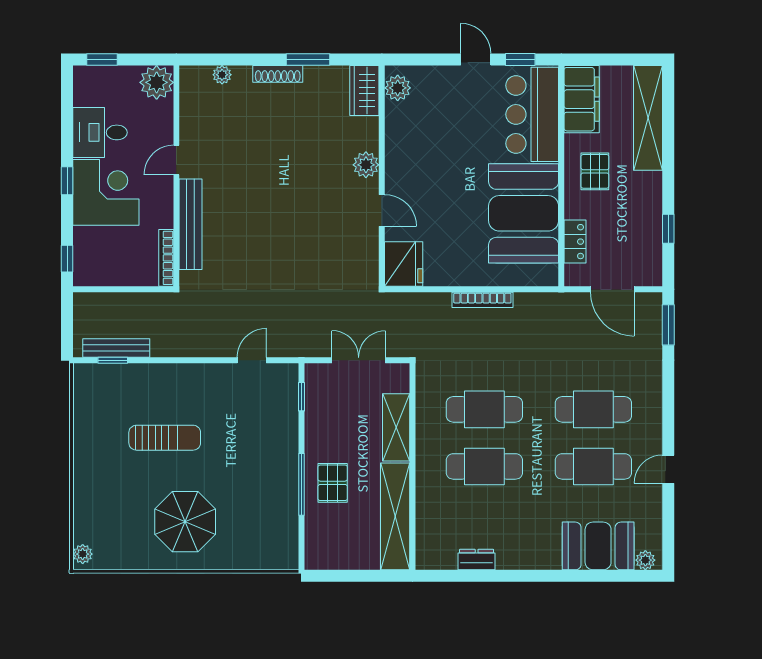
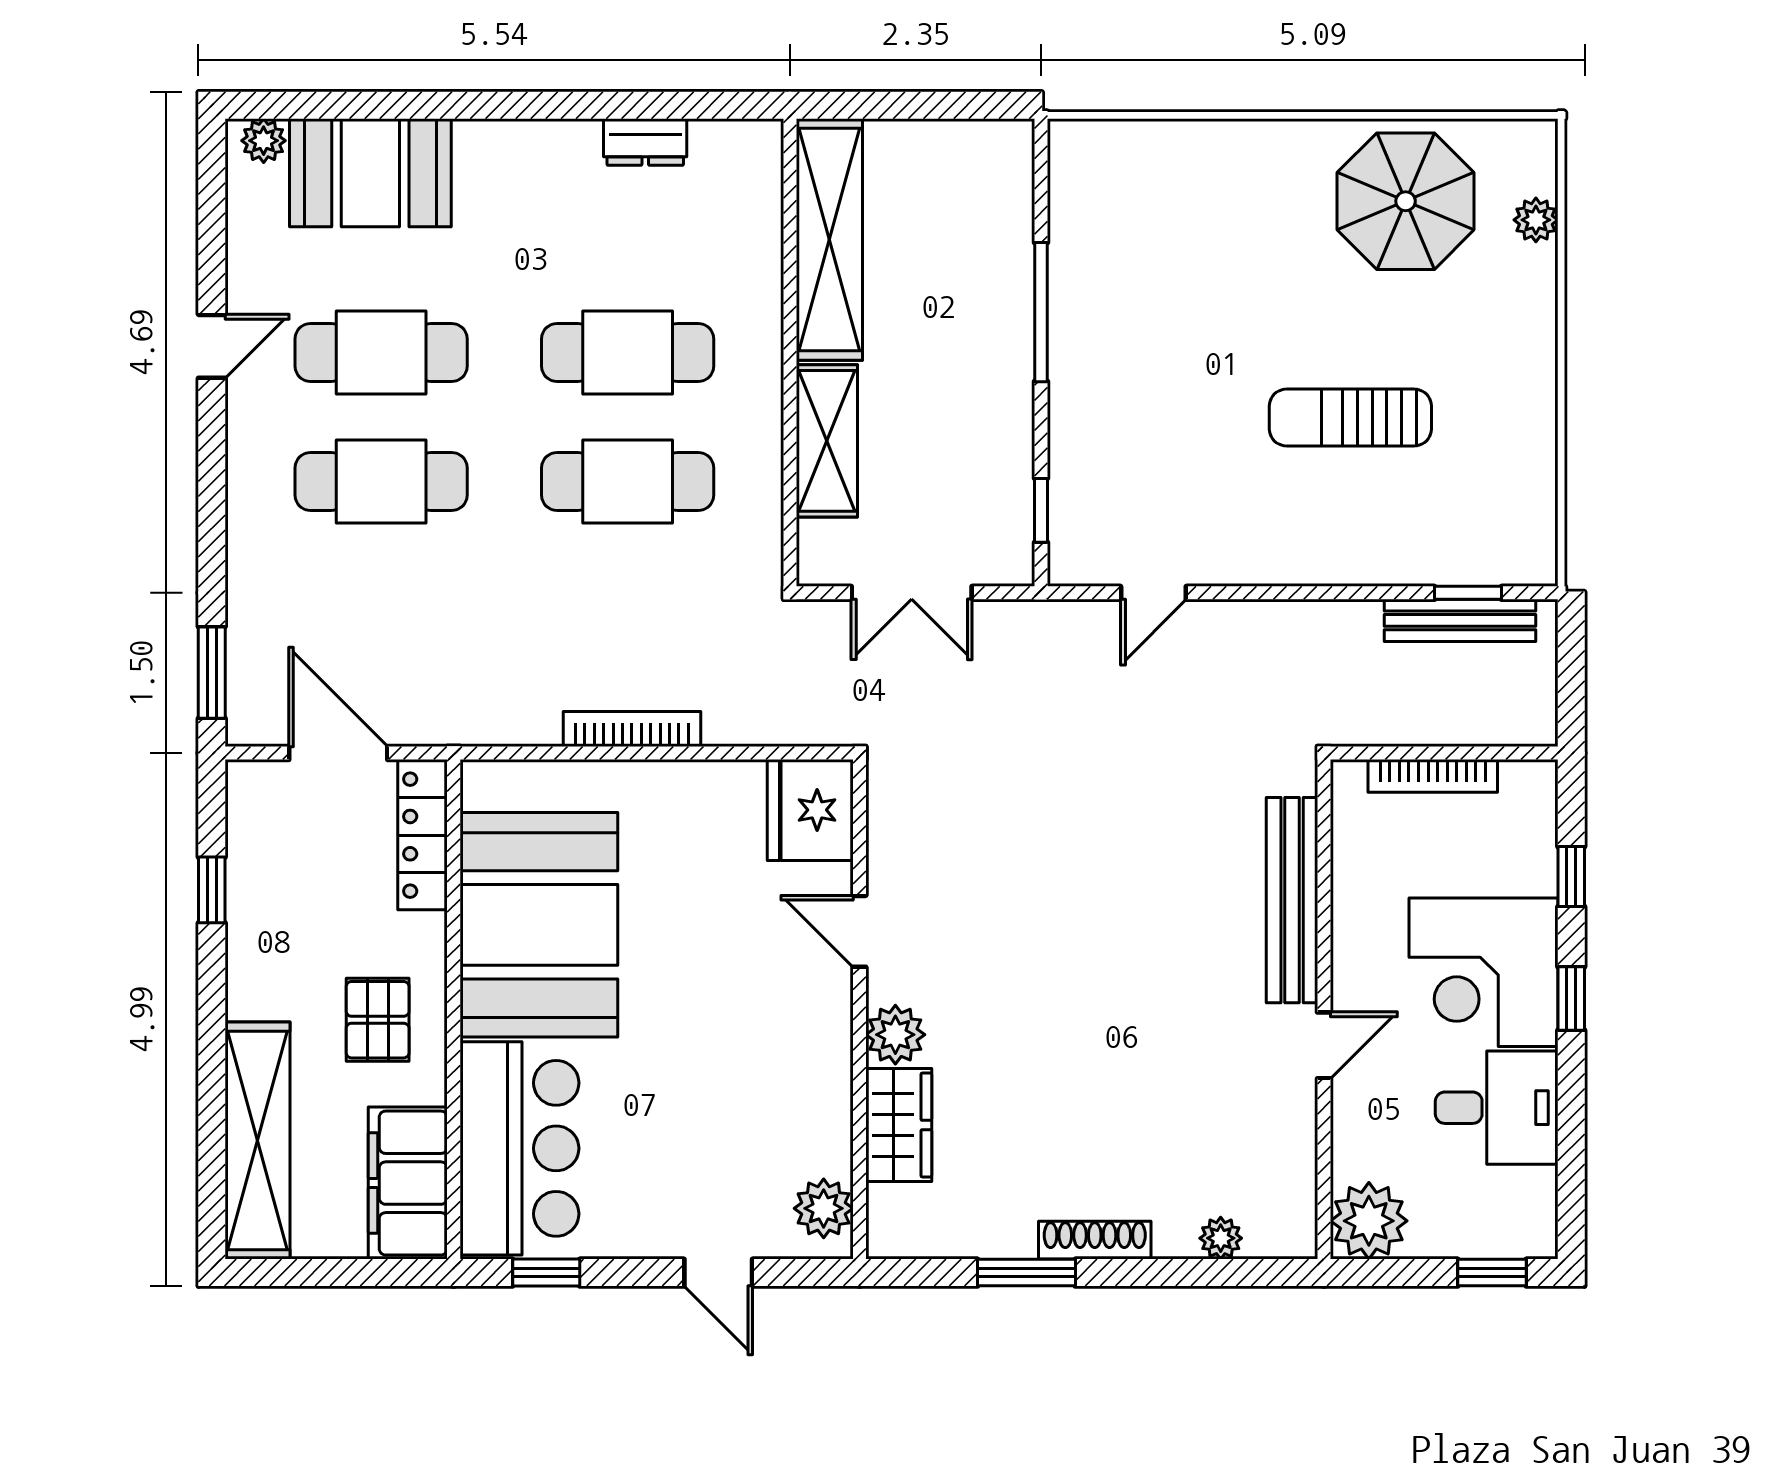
door: (476, 60) -> (718, 1273), moved
wardrobe: (364, 90) -> (899, 1125), moved
locker: (575, 242) -> (423, 835), width x1.53
bookcase: (166, 258) -> (1433, 776), moved, turned 90
window: (67, 259) -> (1571, 877), moved
pallet: (333, 483) -> (971, 315), removed
parasol: (185, 522) -> (1406, 201), moved
plant: (83, 554) -> (1536, 220), moved

